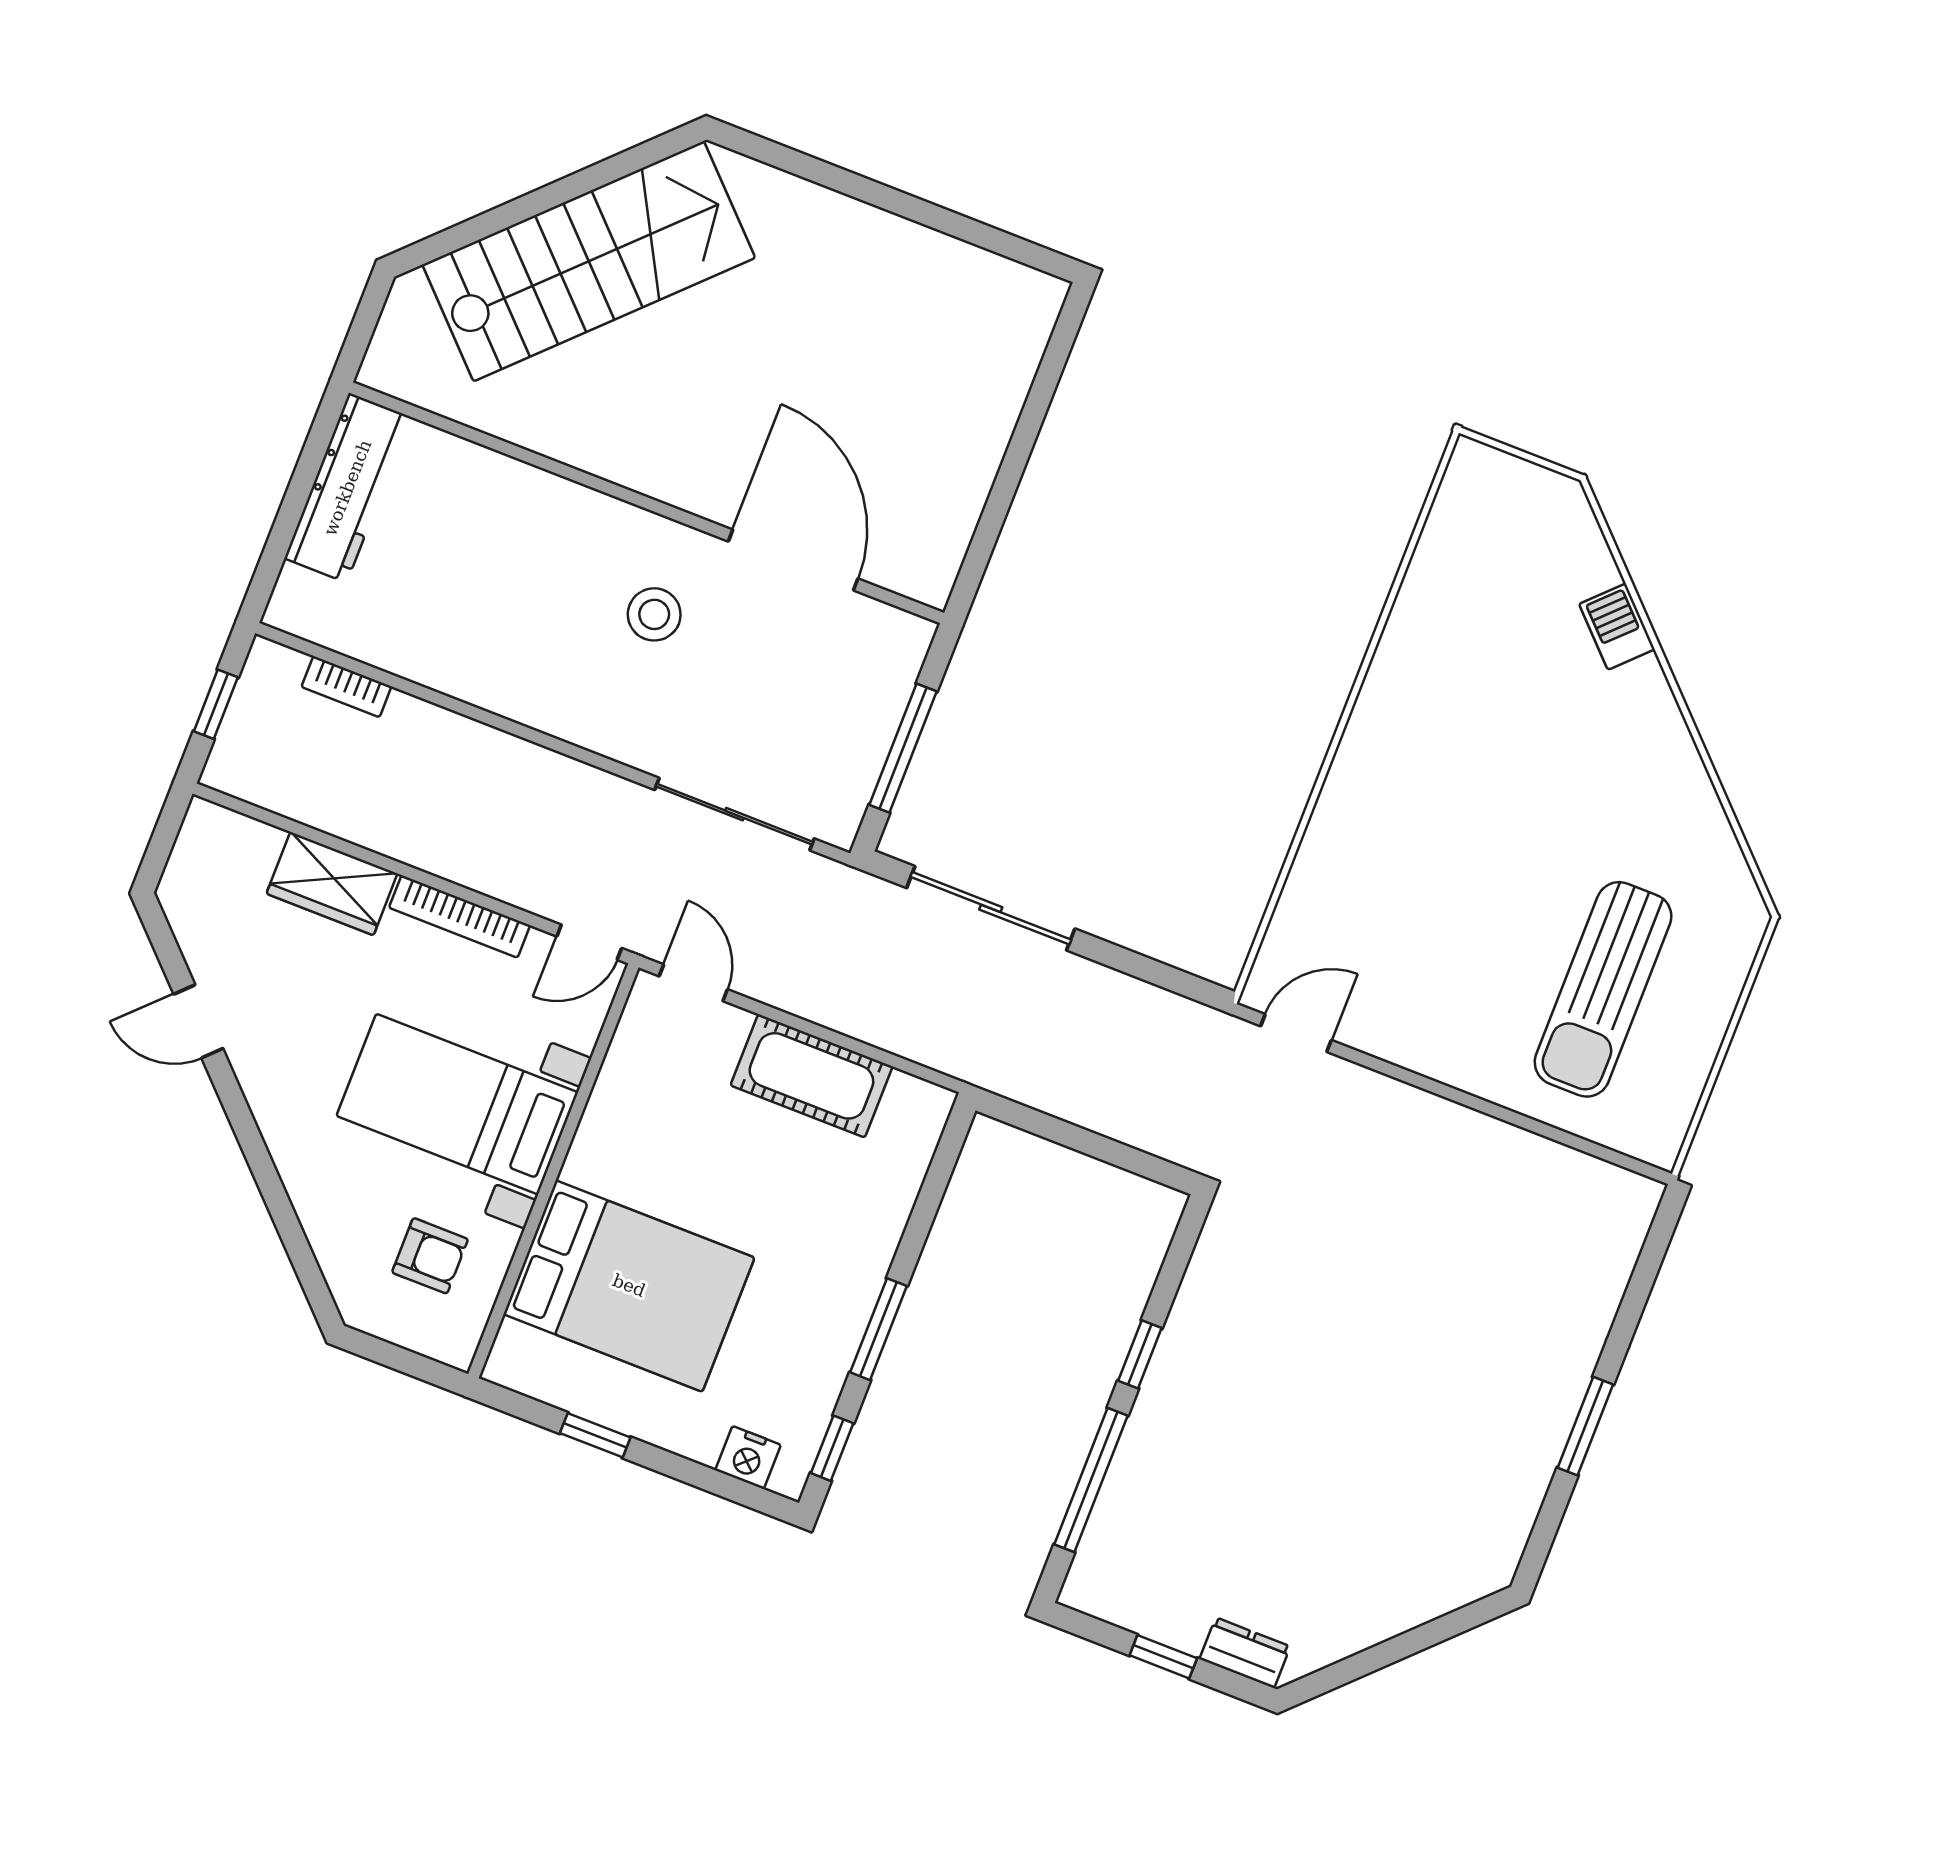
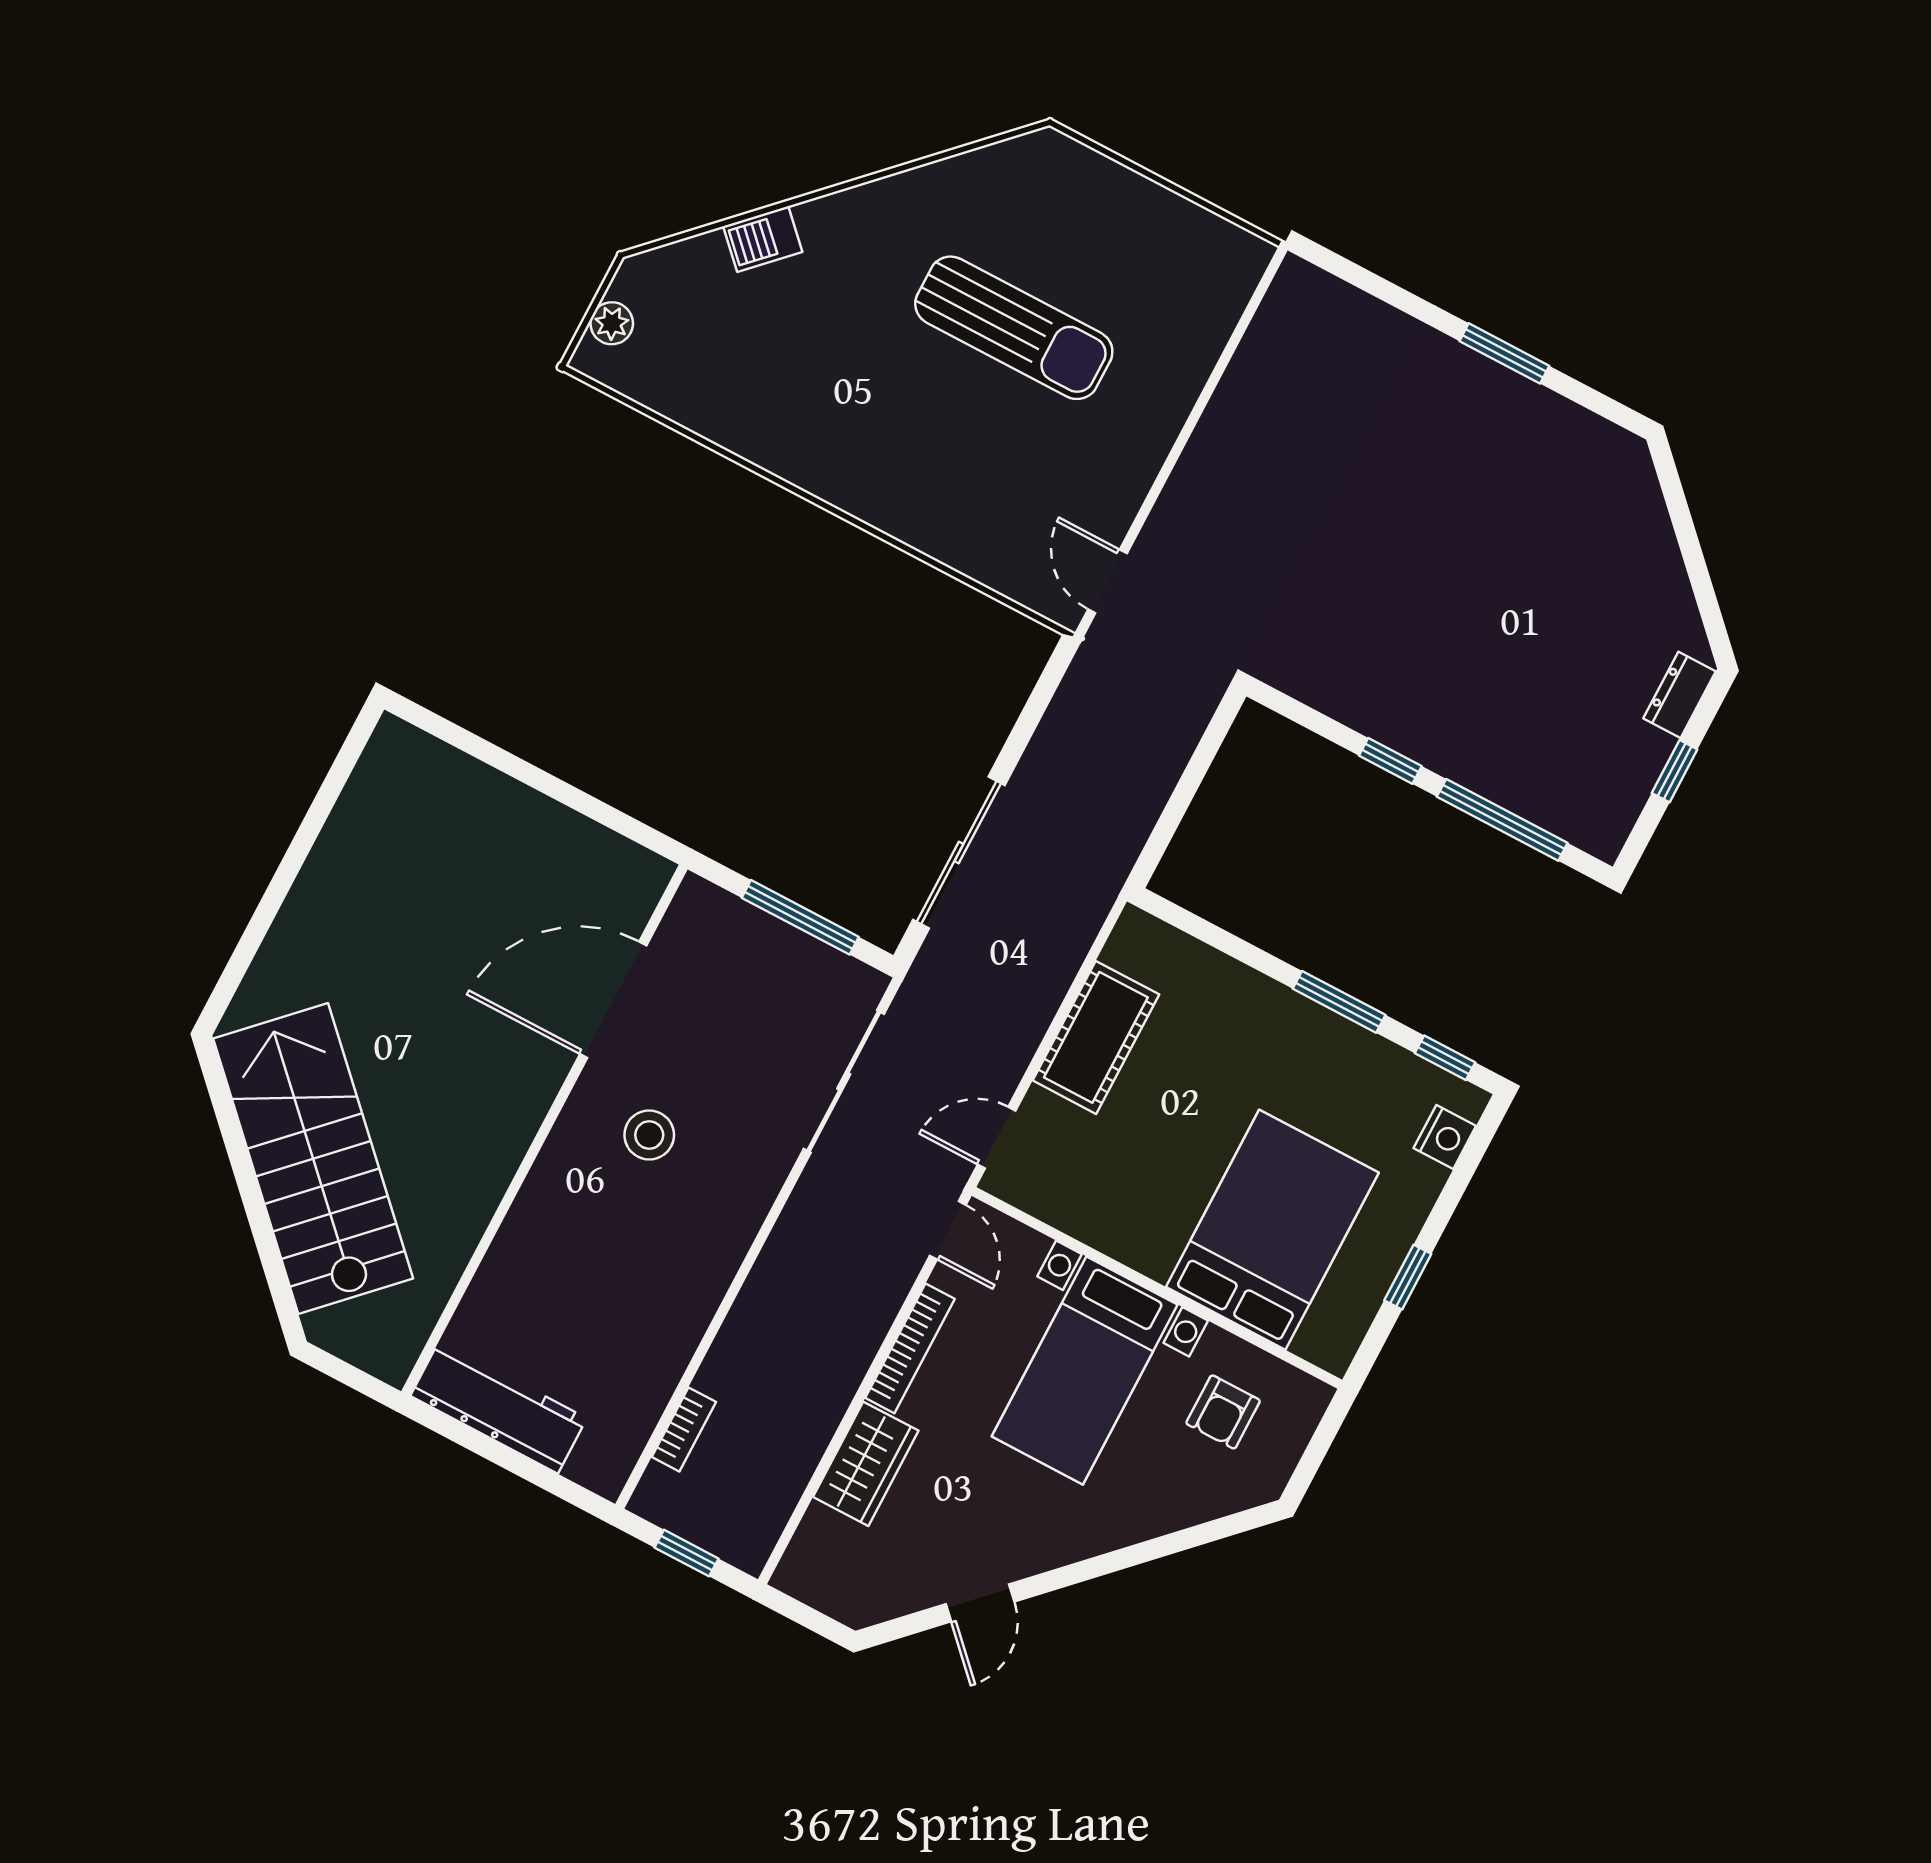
plant: (1510, 477) -> (612, 323), added
sun lounger: (1603, 989) -> (1014, 328), moved
armchair: (430, 1256) -> (1223, 1412), turned 180

